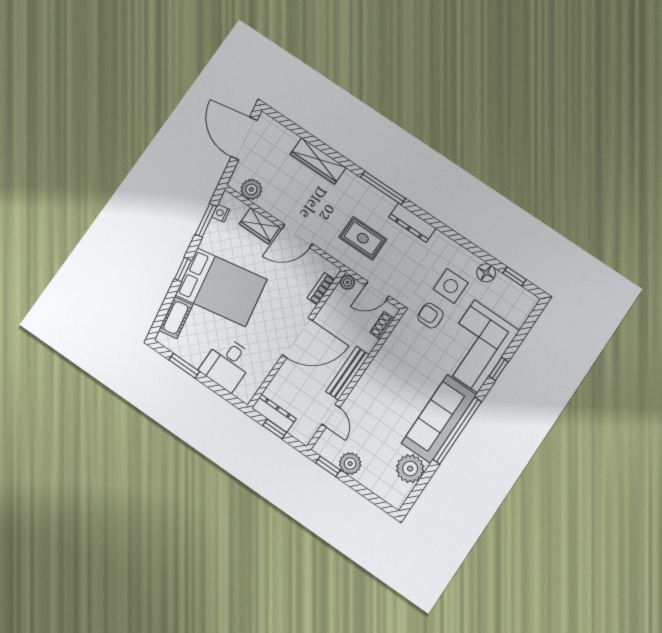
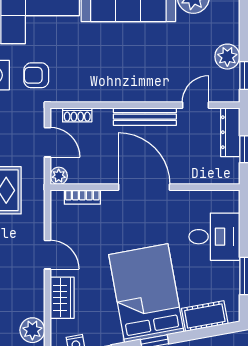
door: (297, 236) -> (47, 255), width x0.73
armchair: (430, 316) -> (36, 75), turned 90
dresser: (274, 413) -> (230, 132), moved

